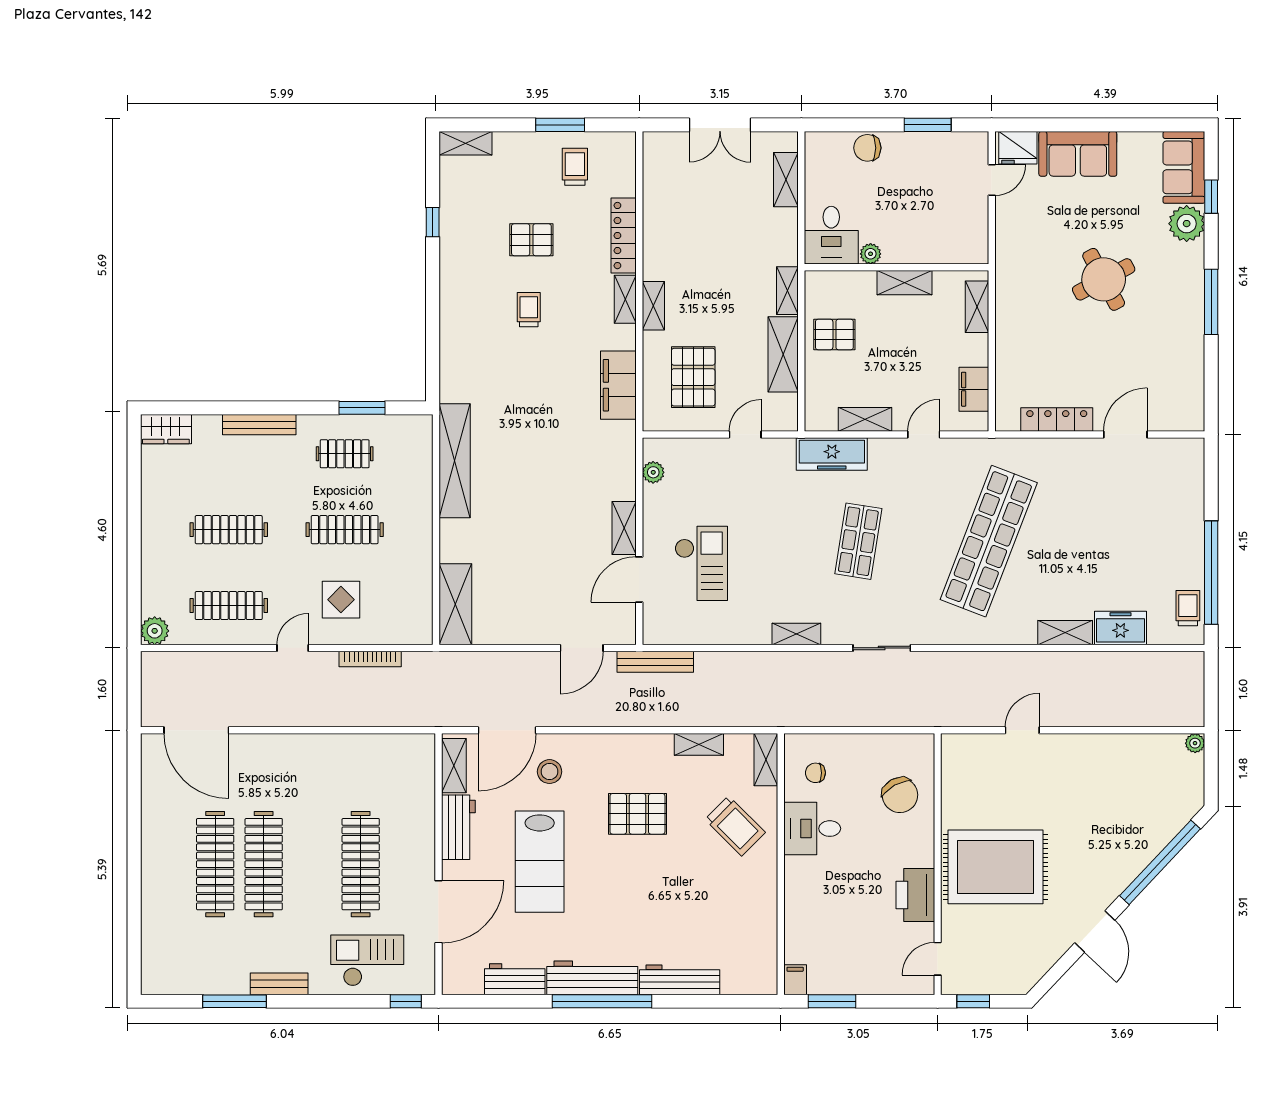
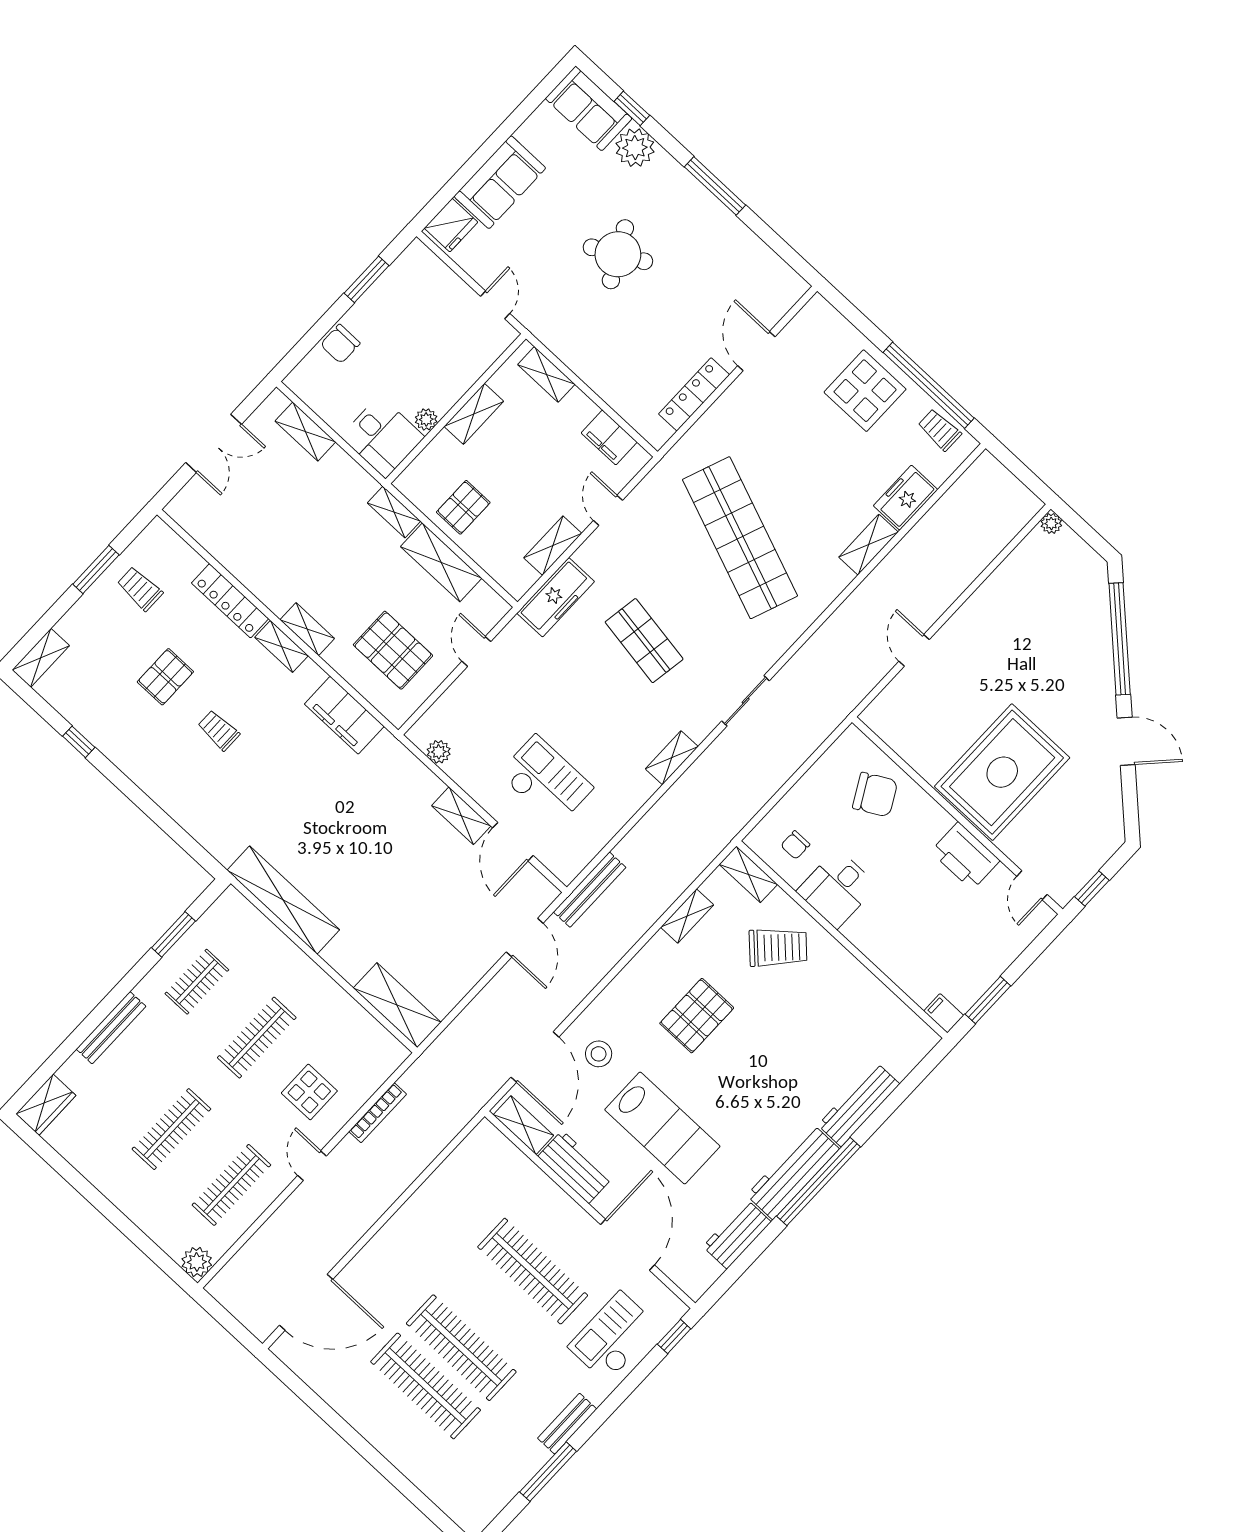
door: (992, 180) -> (495, 305), moved
display table: (1167, 533) -> (865, 391), added

